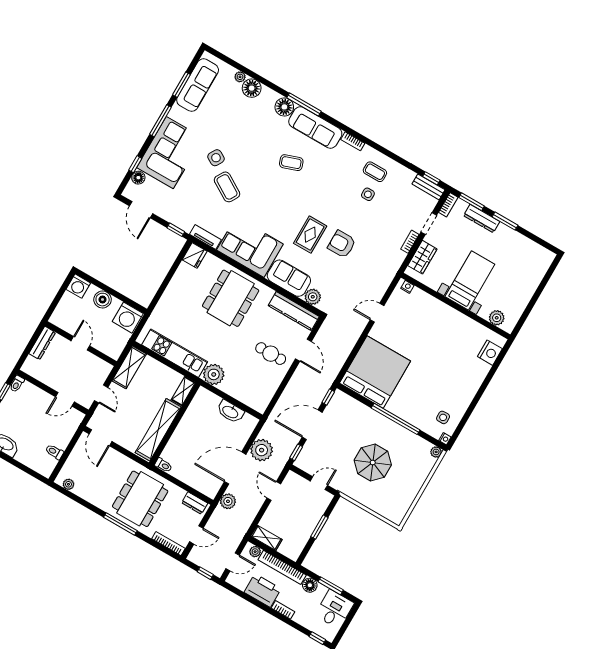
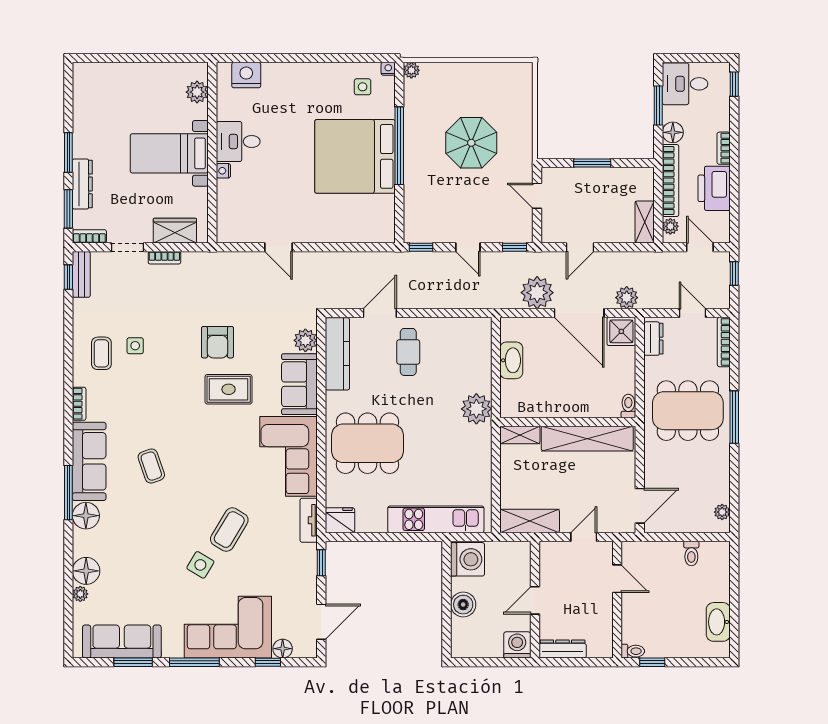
washing machine: (78, 286) -> (517, 645), moved, turned -90
nightstand: (407, 287) -> (223, 171), moved
desk: (453, 325) -> (238, 142), added
kitchen unit: (175, 353) -> (436, 519), moved, turned 90
bed: (375, 372) -> (355, 156), moved
door: (312, 425) -> (468, 247), width x0.53
shower: (210, 487) -> (621, 331), added

